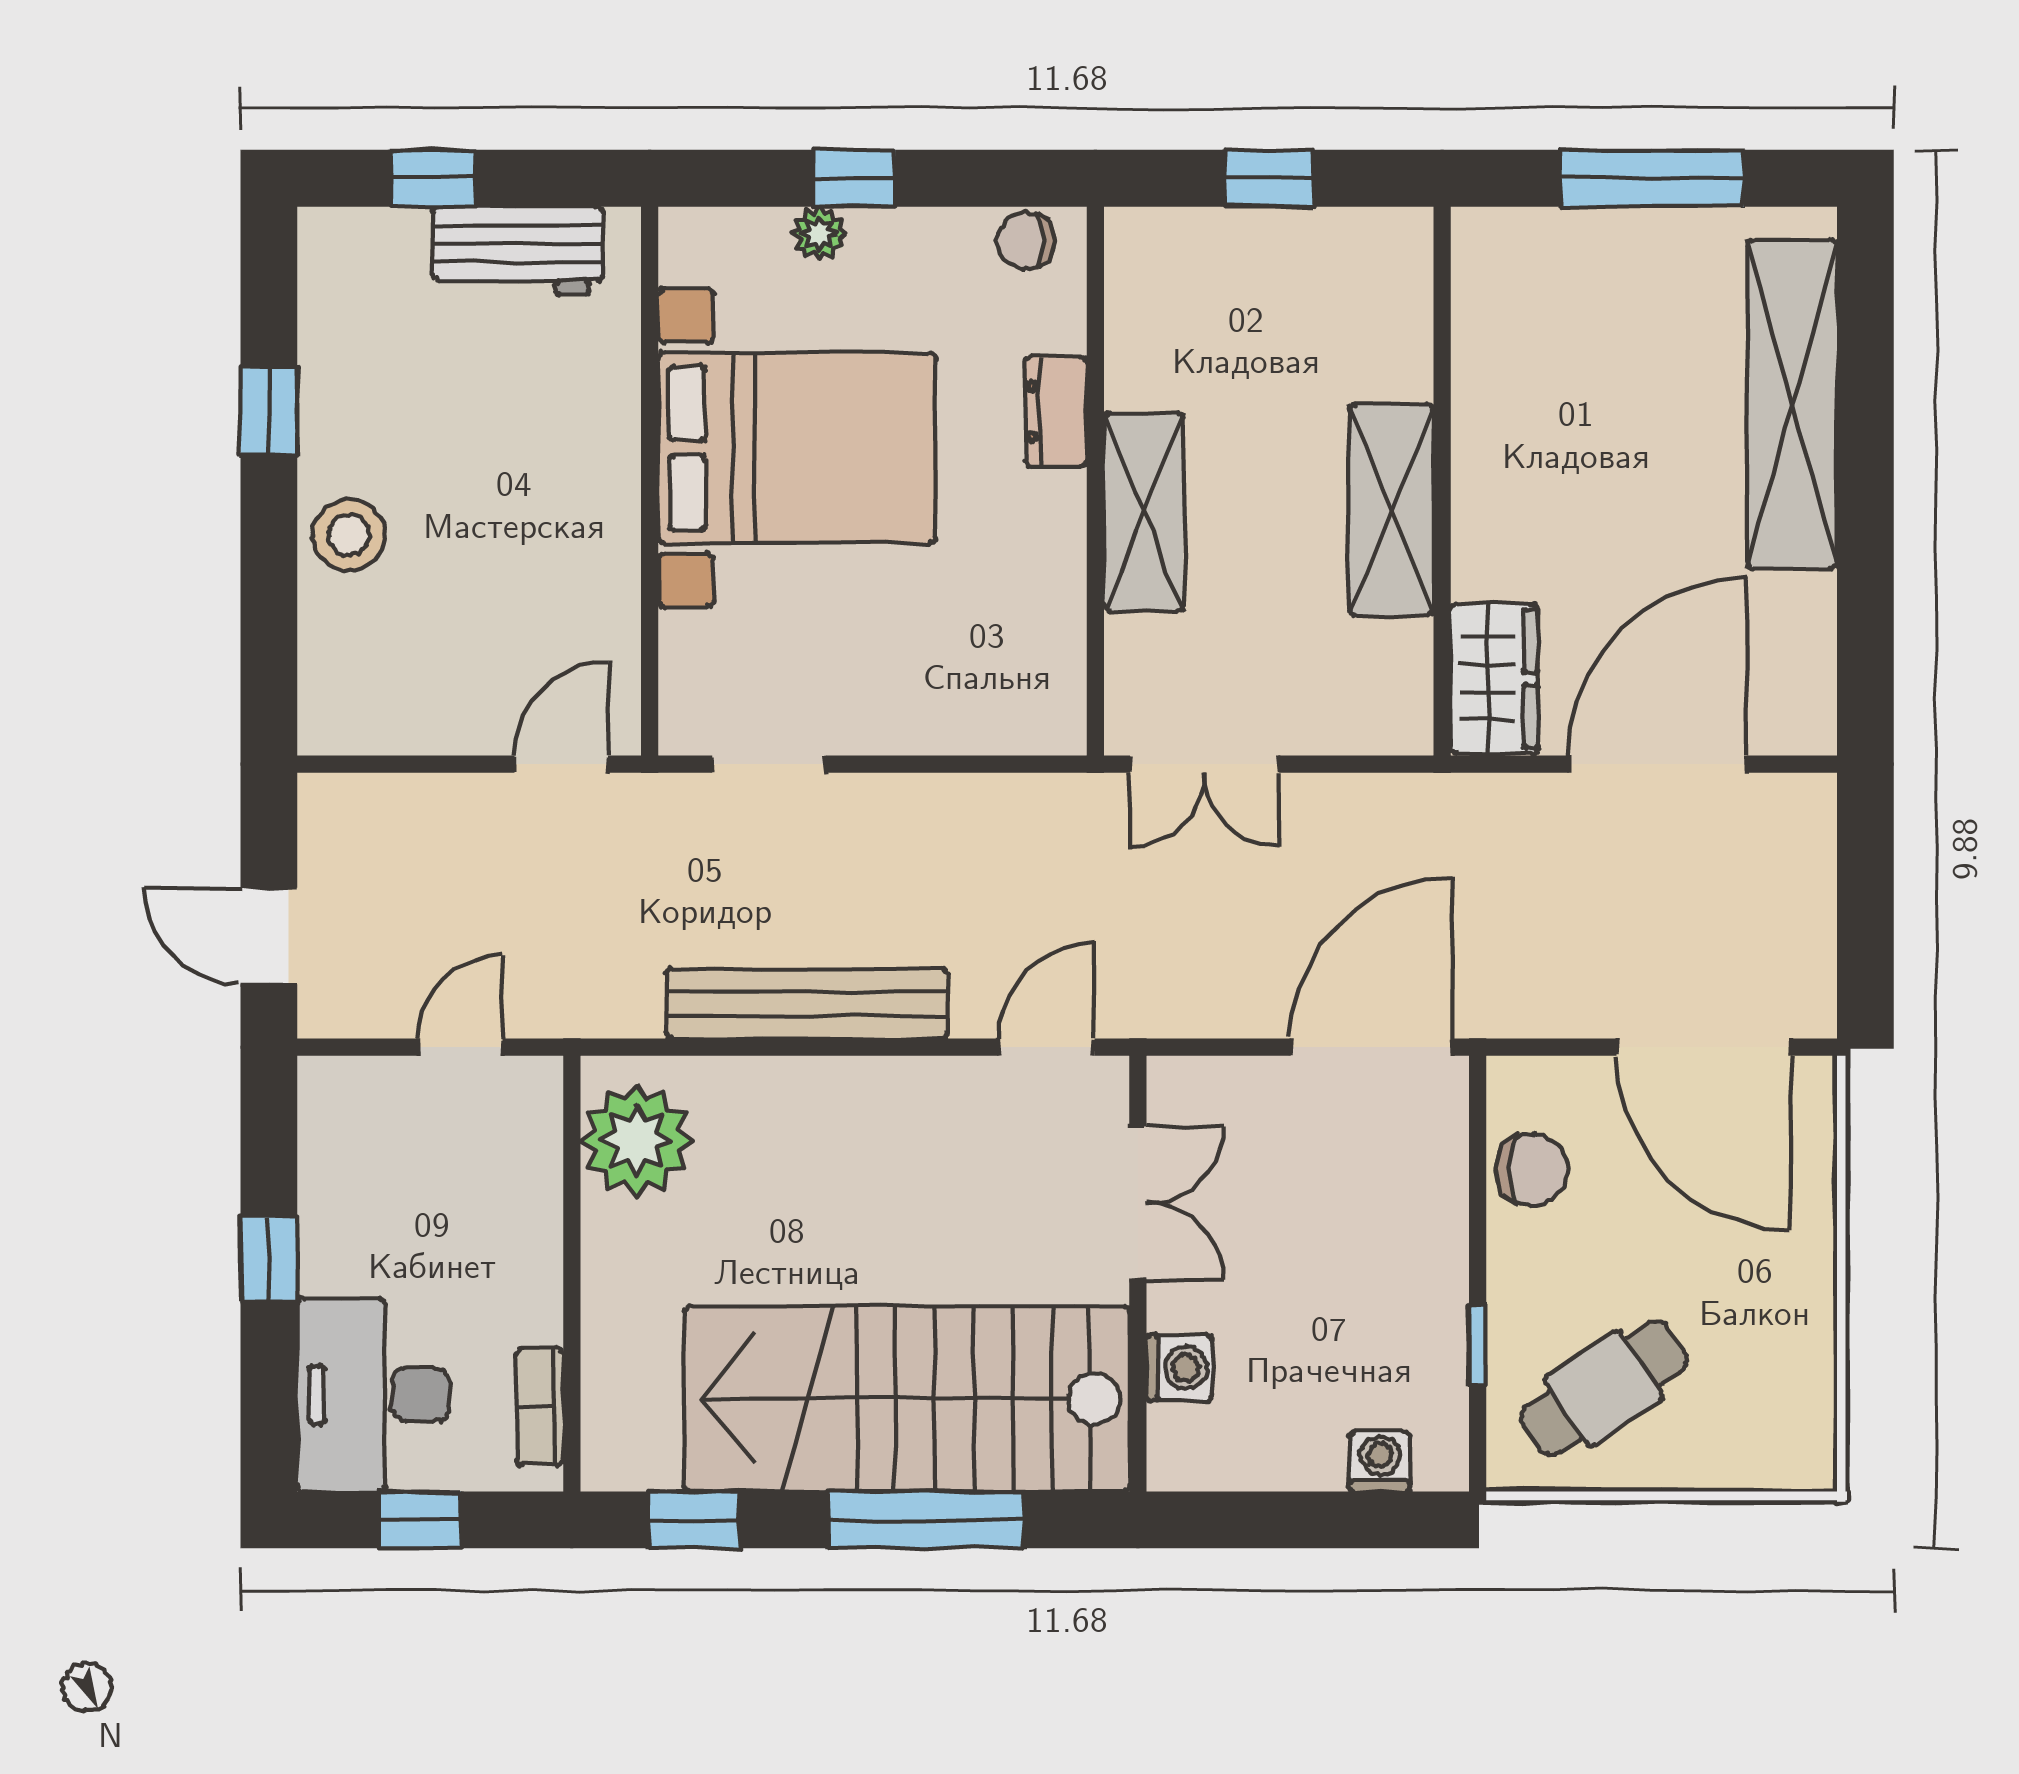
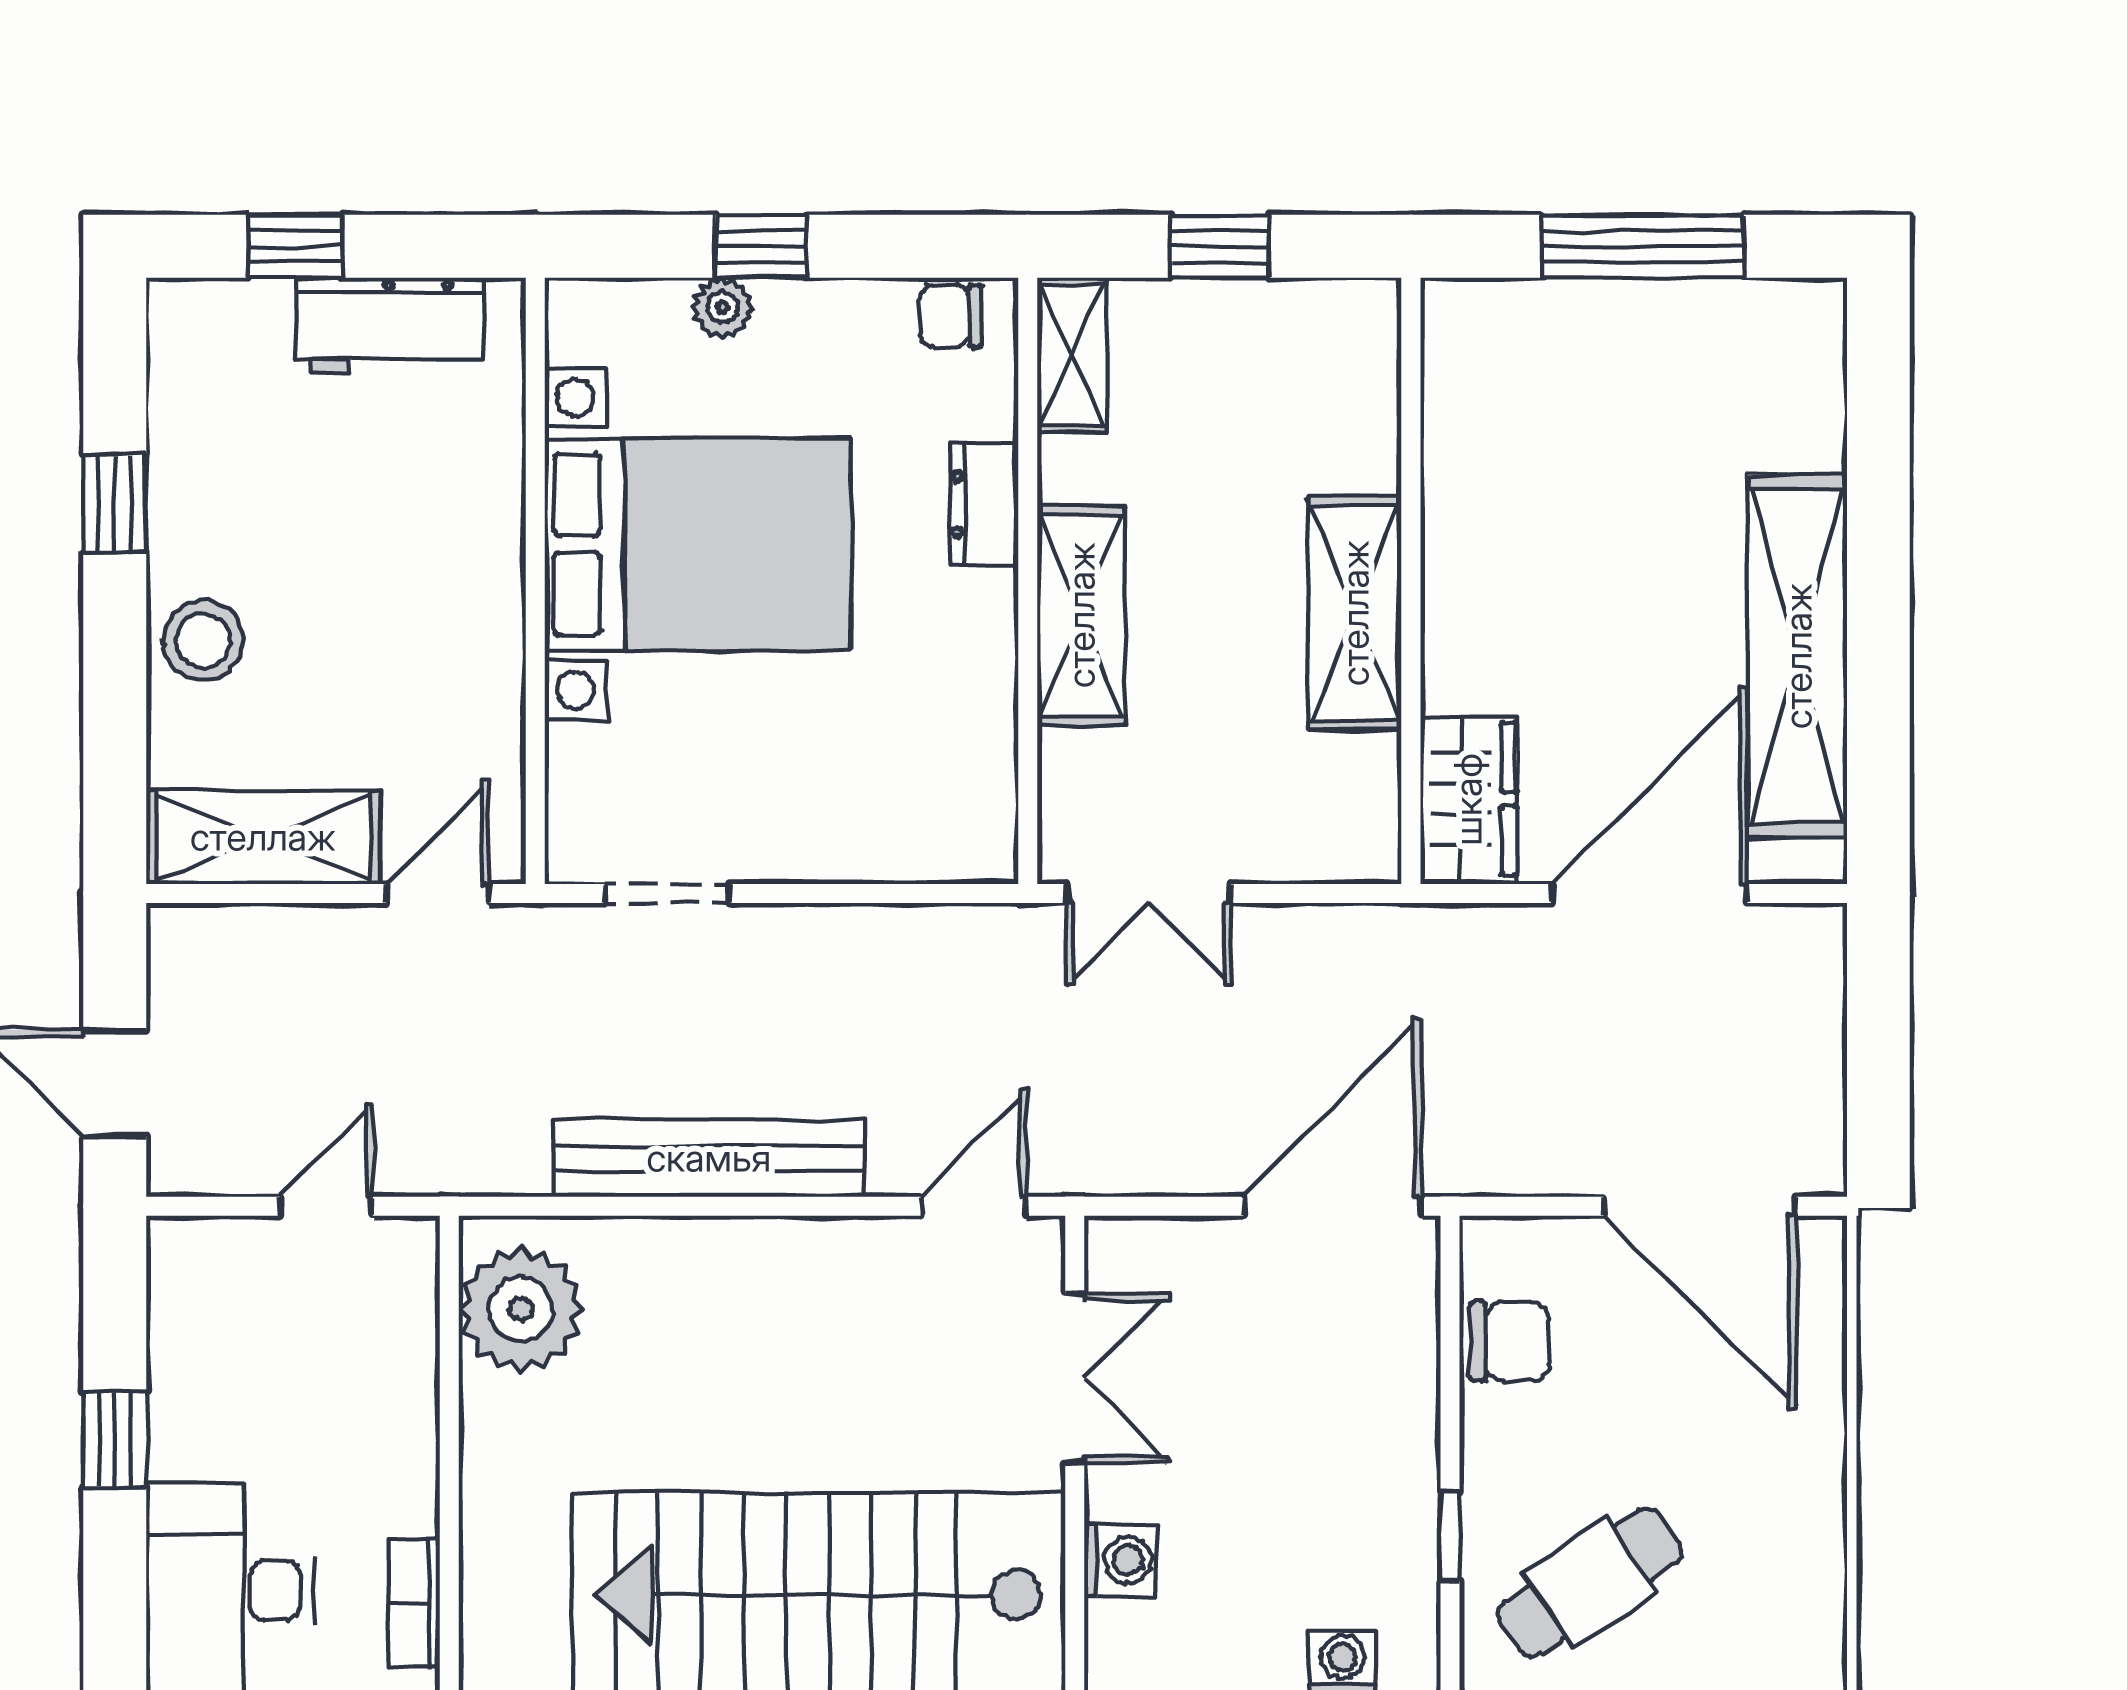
shelving: (1135, 276) -> (1072, 355), added
shelving: (1792, 404) -> (1798, 656), moved
shelving: (403, 713) -> (263, 837), added

